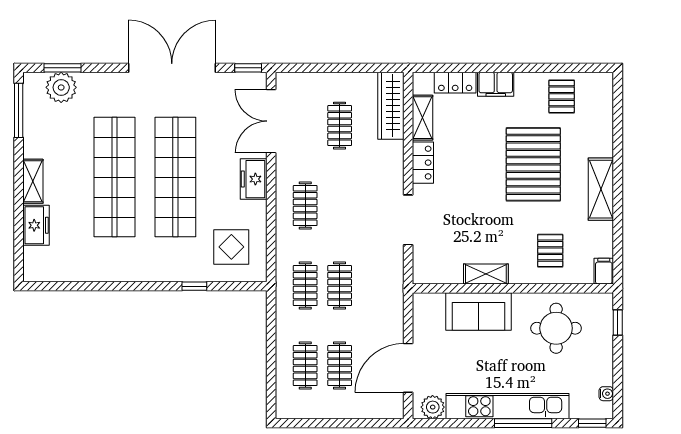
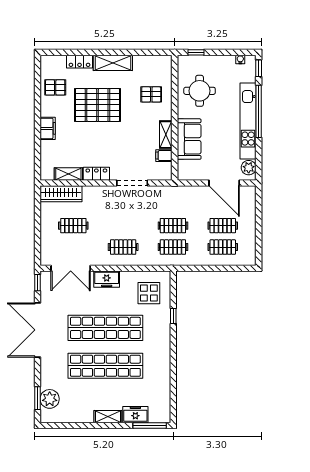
locker: (455, 83) -> (80, 62), moved, turned 90
window: (19, 110) -> (150, 425), moved
filing cabinet: (604, 271) -> (164, 156), moved
window: (523, 423) -> (259, 111), width x1.46

